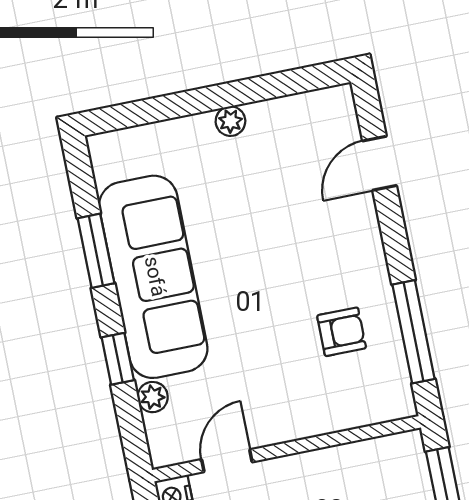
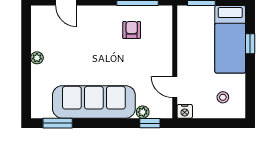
window: (96, 251) -> (58, 123), moved
window: (118, 359) -> (150, 123), moved

